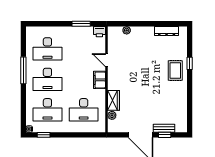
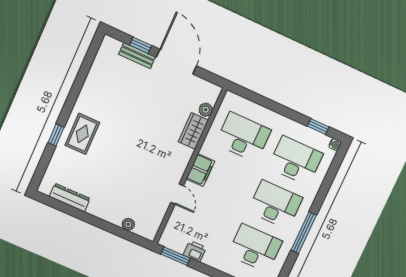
window: (81, 24) -> (175, 256), moved
printer: (99, 32) -> (195, 251), moved

